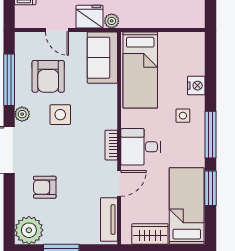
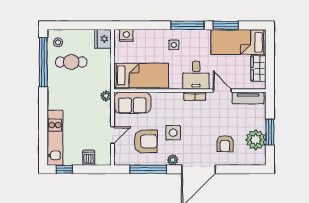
fridge: (90, 17) -> (103, 39), moved
nightstand: (196, 86) -> (126, 35), moved
plant: (29, 230) -> (256, 140), moved

